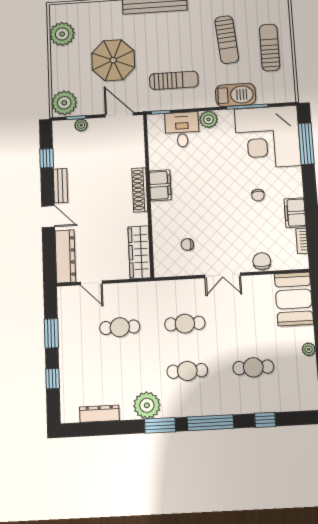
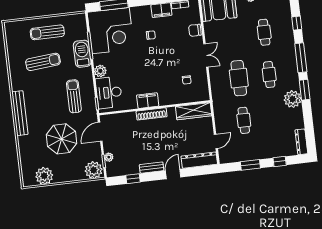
desk: (182, 130) -> (109, 93), width x1.37
cafe table: (185, 324) -> (239, 78), width x1.37, depth x1.35
dresser: (99, 414) -> (301, 142), moved

